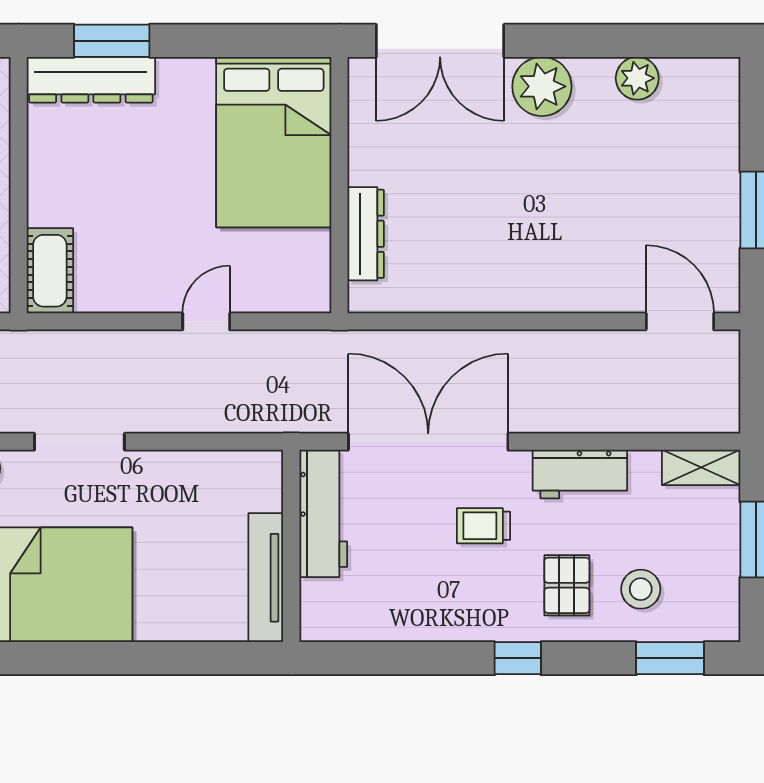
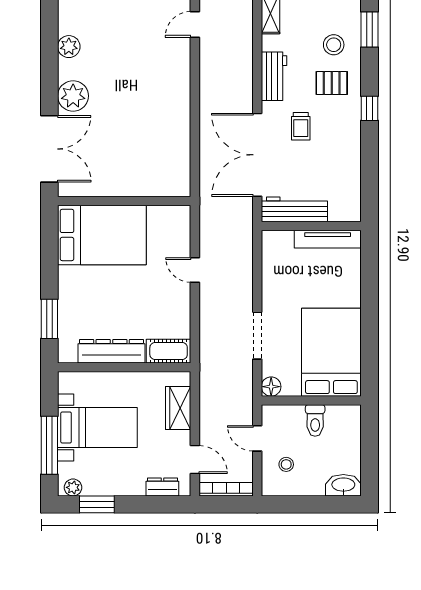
dresser: (91, 80) -> (111, 351), moved, turned -90
dresser: (366, 234) -> (149, 187), removed
door: (680, 321) -> (195, 24), width x0.73

